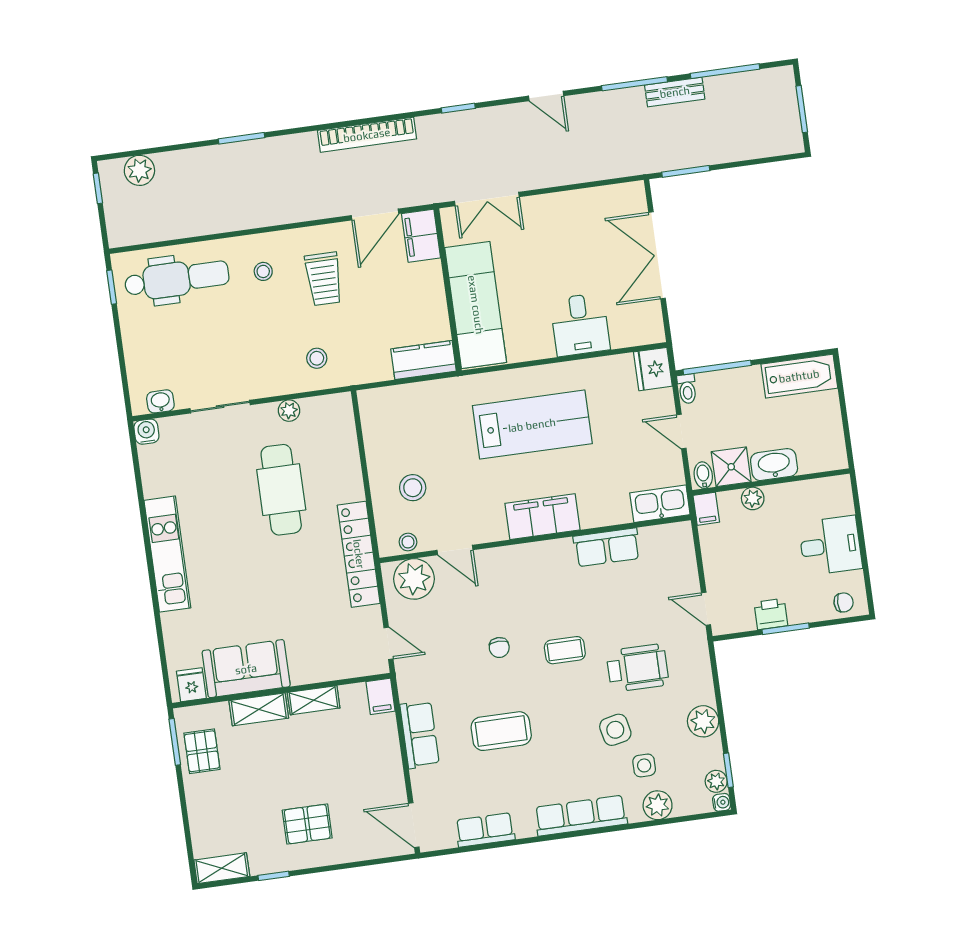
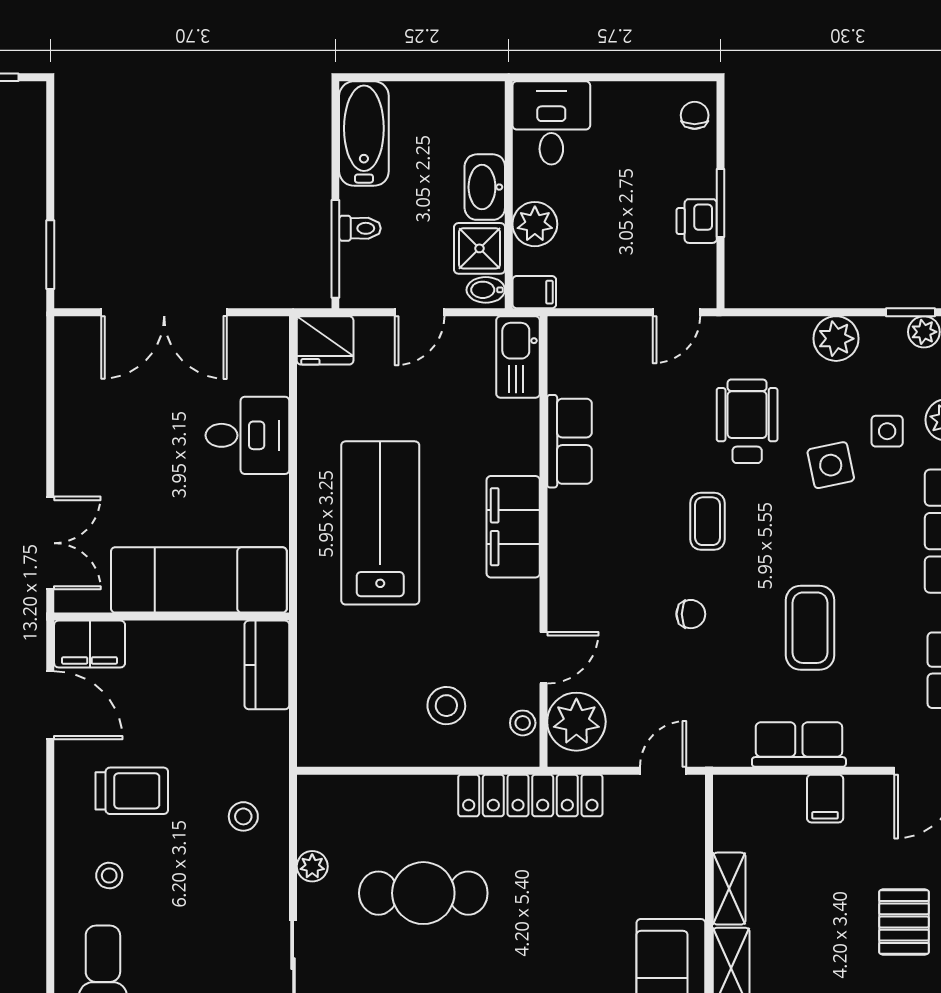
toilet: (687, 389) -> (360, 228), moved
plant: (753, 498) -> (535, 224), width x1.38, depth x1.38
desk: (830, 546) -> (551, 123), moved
filing cabinet: (381, 696) -> (825, 799), moved, turned 90

